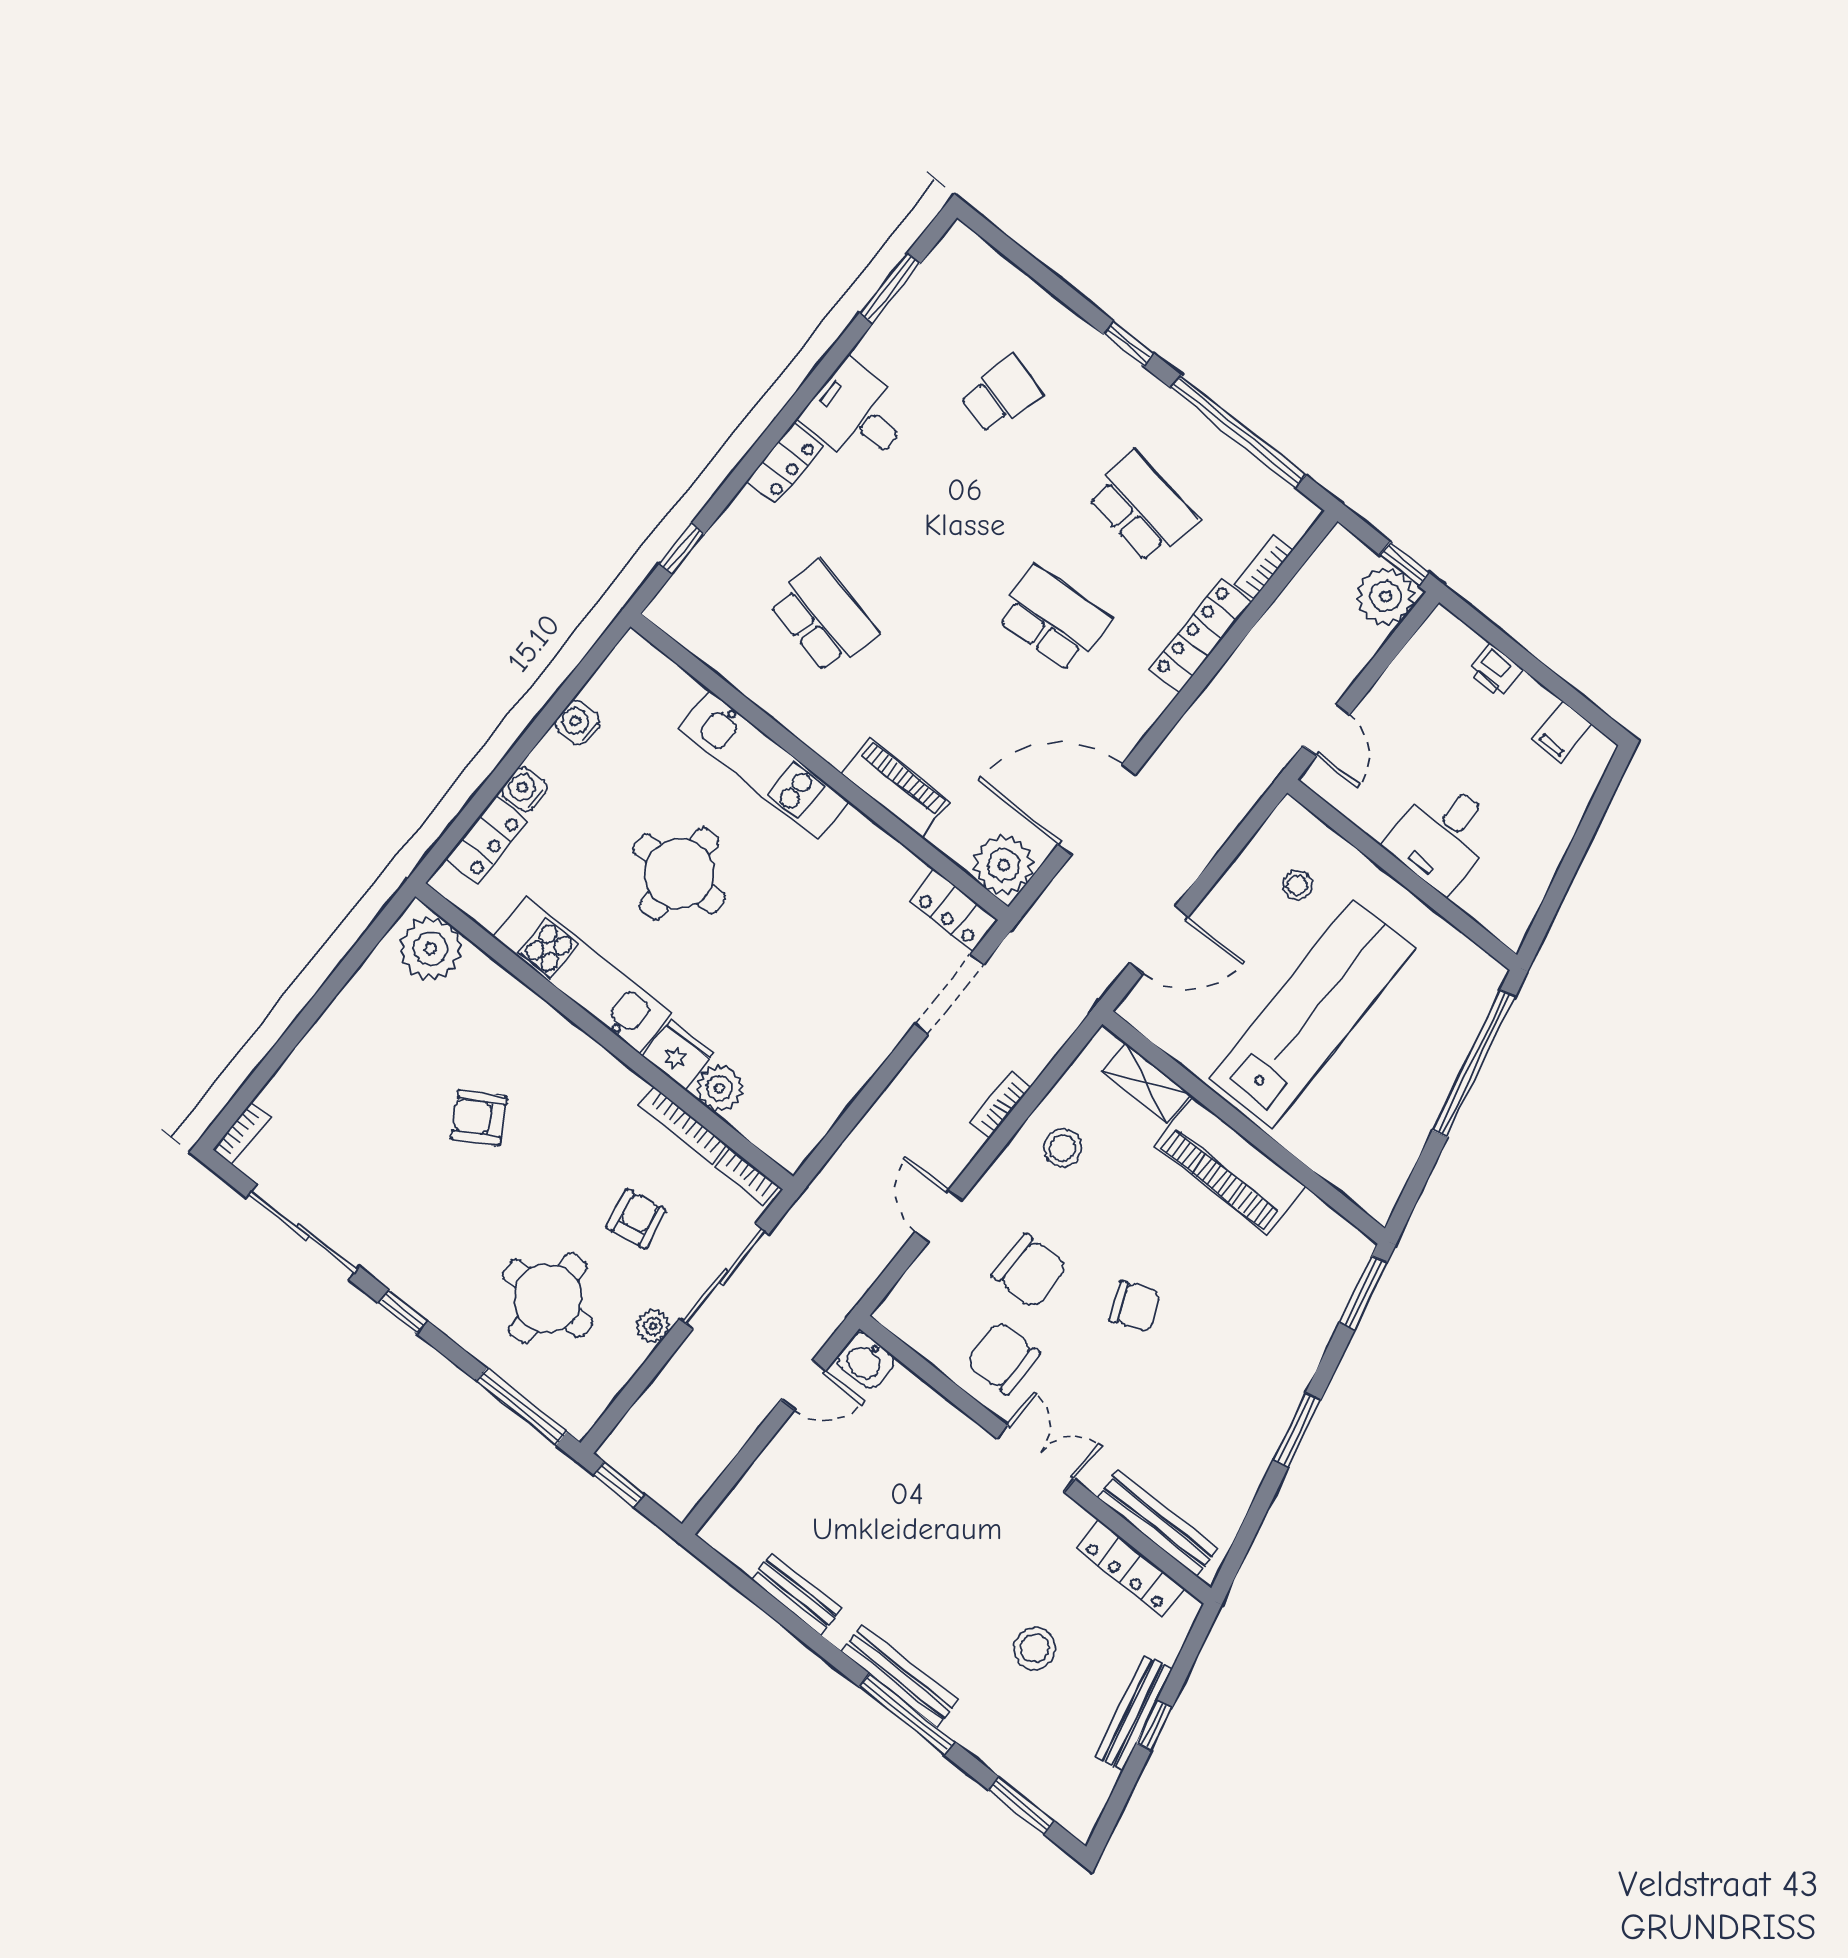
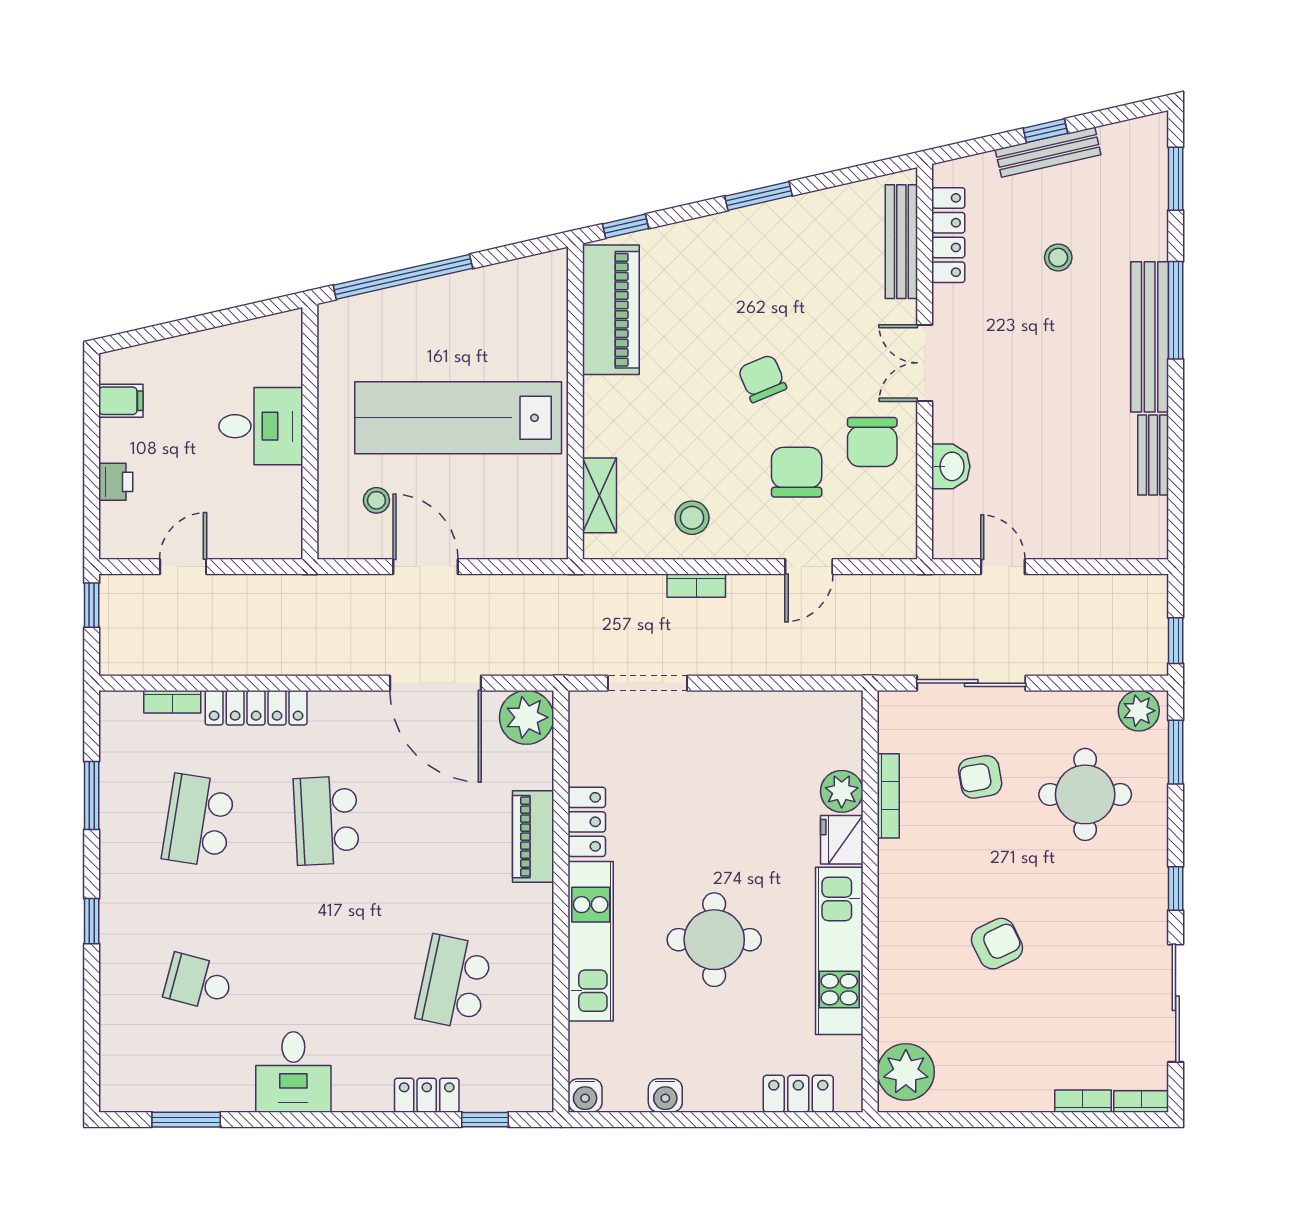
window: (1238, 431) -> (92, 795), width x0.47
locker: (785, 463) -> (427, 1095), moved
plant: (1386, 596) -> (125, 600), removed
door: (1326, 730) -> (183, 567), moved
water cooler: (524, 789) -> (585, 1095), moved
locker: (953, 911) -> (587, 822), moved
door: (1159, 940) -> (426, 567), moved
armchair: (479, 1118) -> (997, 944), turned -86
piano: (1230, 1166) -> (611, 310), moved
bookcase: (747, 1177) -> (1083, 1101), moved, turned -90
window: (1363, 1293) -> (625, 226), width x0.67
plant: (653, 1326) -> (1139, 711), moved, width x1.38, depth x1.38
washbasin: (866, 1360) -> (951, 466), moved
window: (522, 1407) -> (1176, 752), width x0.69
stool: (1035, 1648) -> (1058, 257), width x0.73, depth x0.73
bench: (899, 1676) -> (1150, 337), width x1.37, depth x1.21

